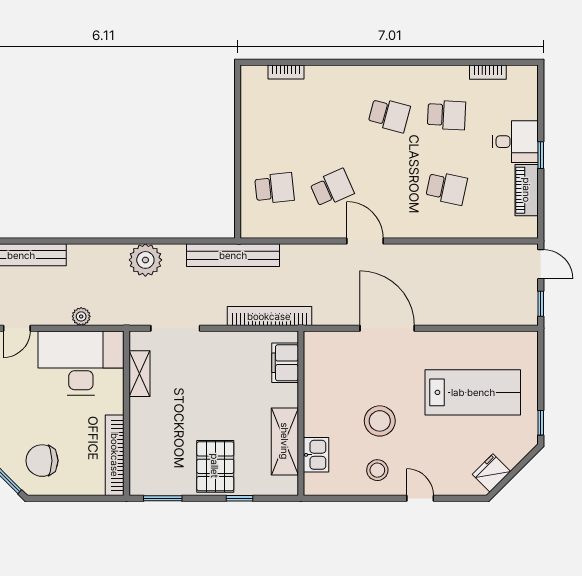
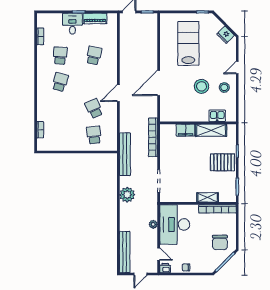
filing cabinet: (285, 363) -> (186, 130), moved
shelving: (139, 374) -> (208, 197), moved

